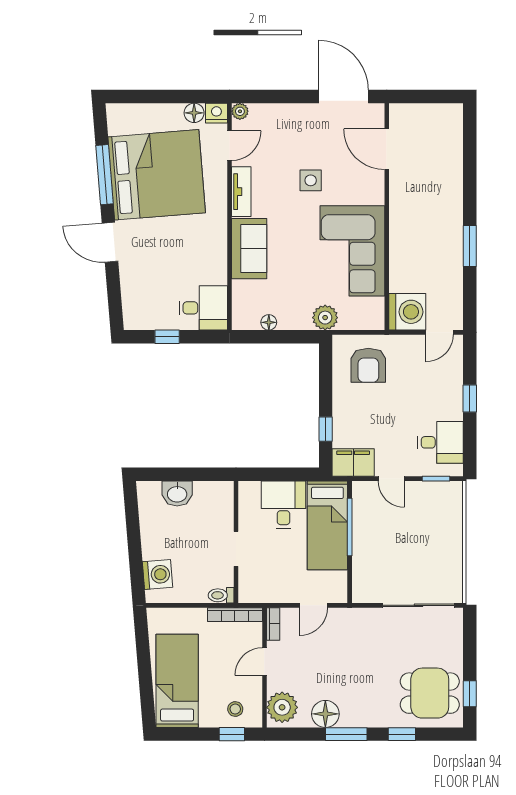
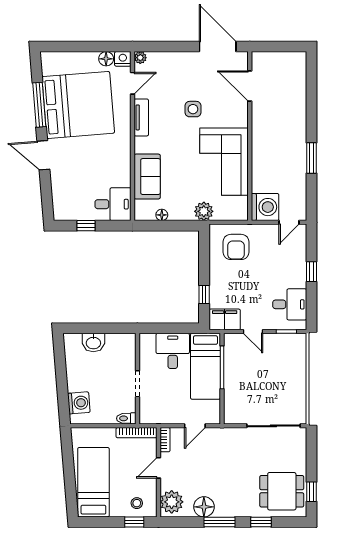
sofa: (249, 249) -> (147, 177), moved

